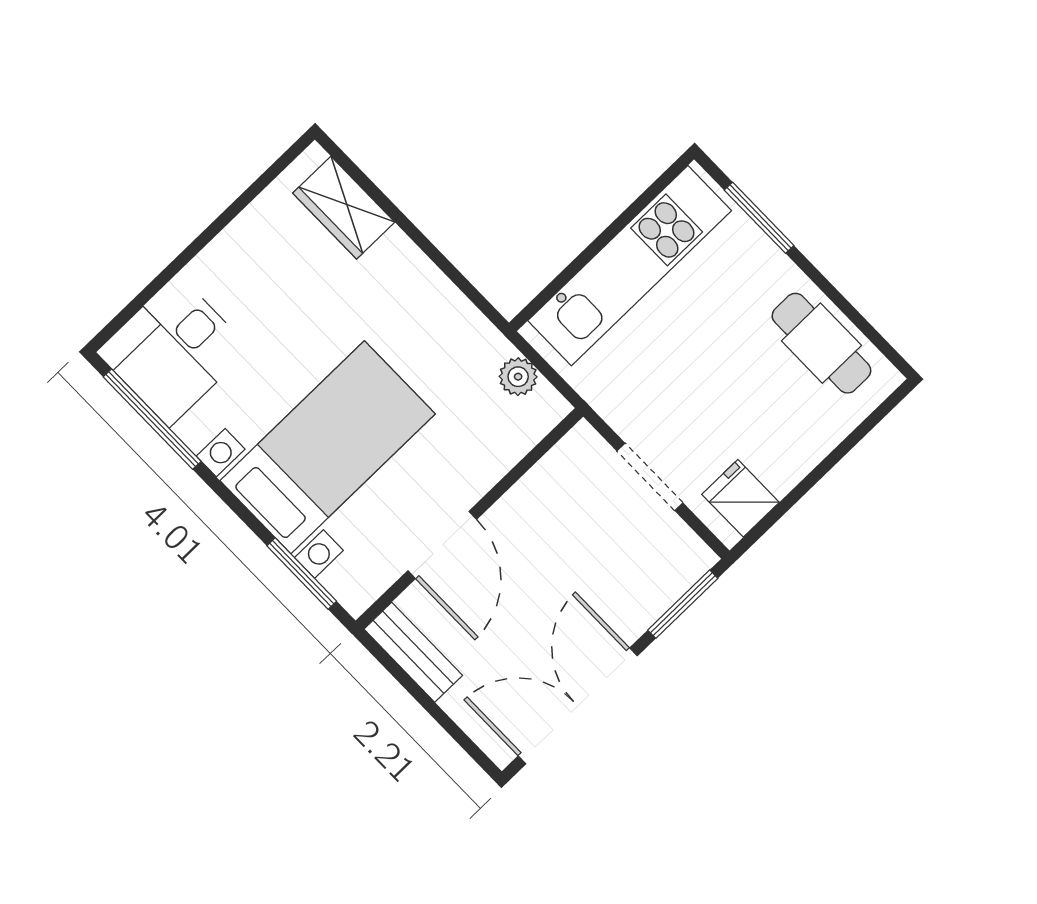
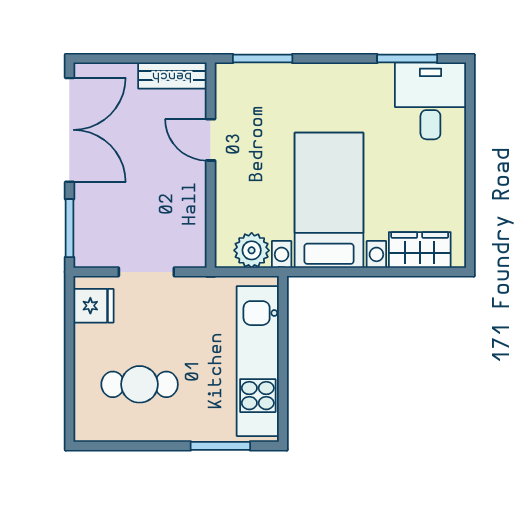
cafe table: (821, 343) -> (140, 384), moved
plant: (518, 377) -> (252, 250), width x1.38, depth x1.38
window: (152, 419) -> (407, 58), width x0.69
bed with nightstands: (328, 447) -> (329, 200), moved, turned 180
door: (442, 545) -> (211, 140), width x0.73

